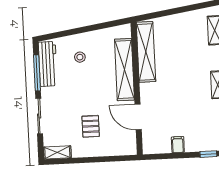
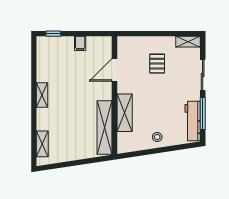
stool: (80, 57) -> (157, 137), moved
shelving: (124, 70) -> (125, 113), width x0.68
door: (138, 117) -> (114, 70), swing flipped

